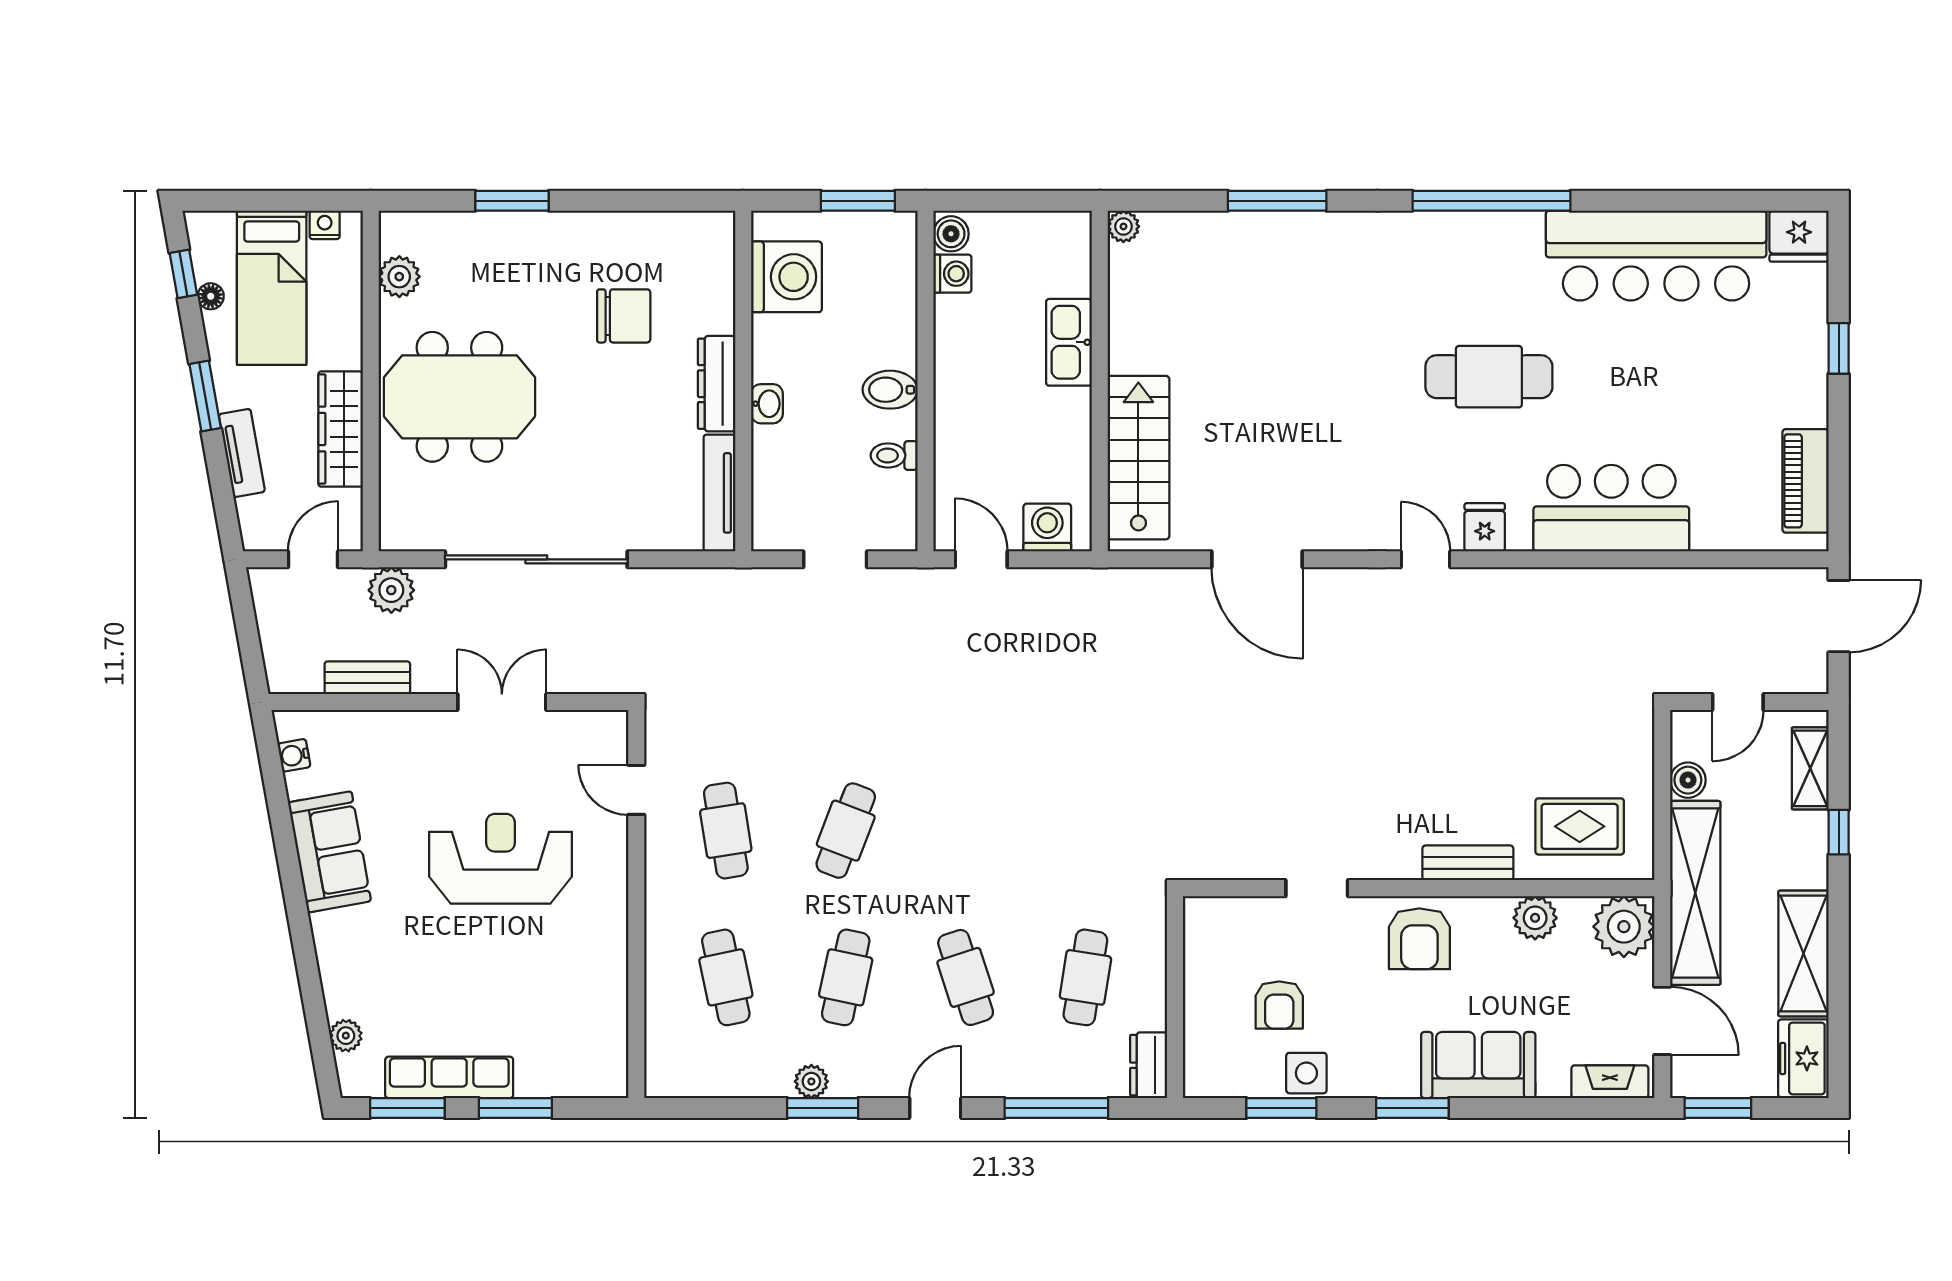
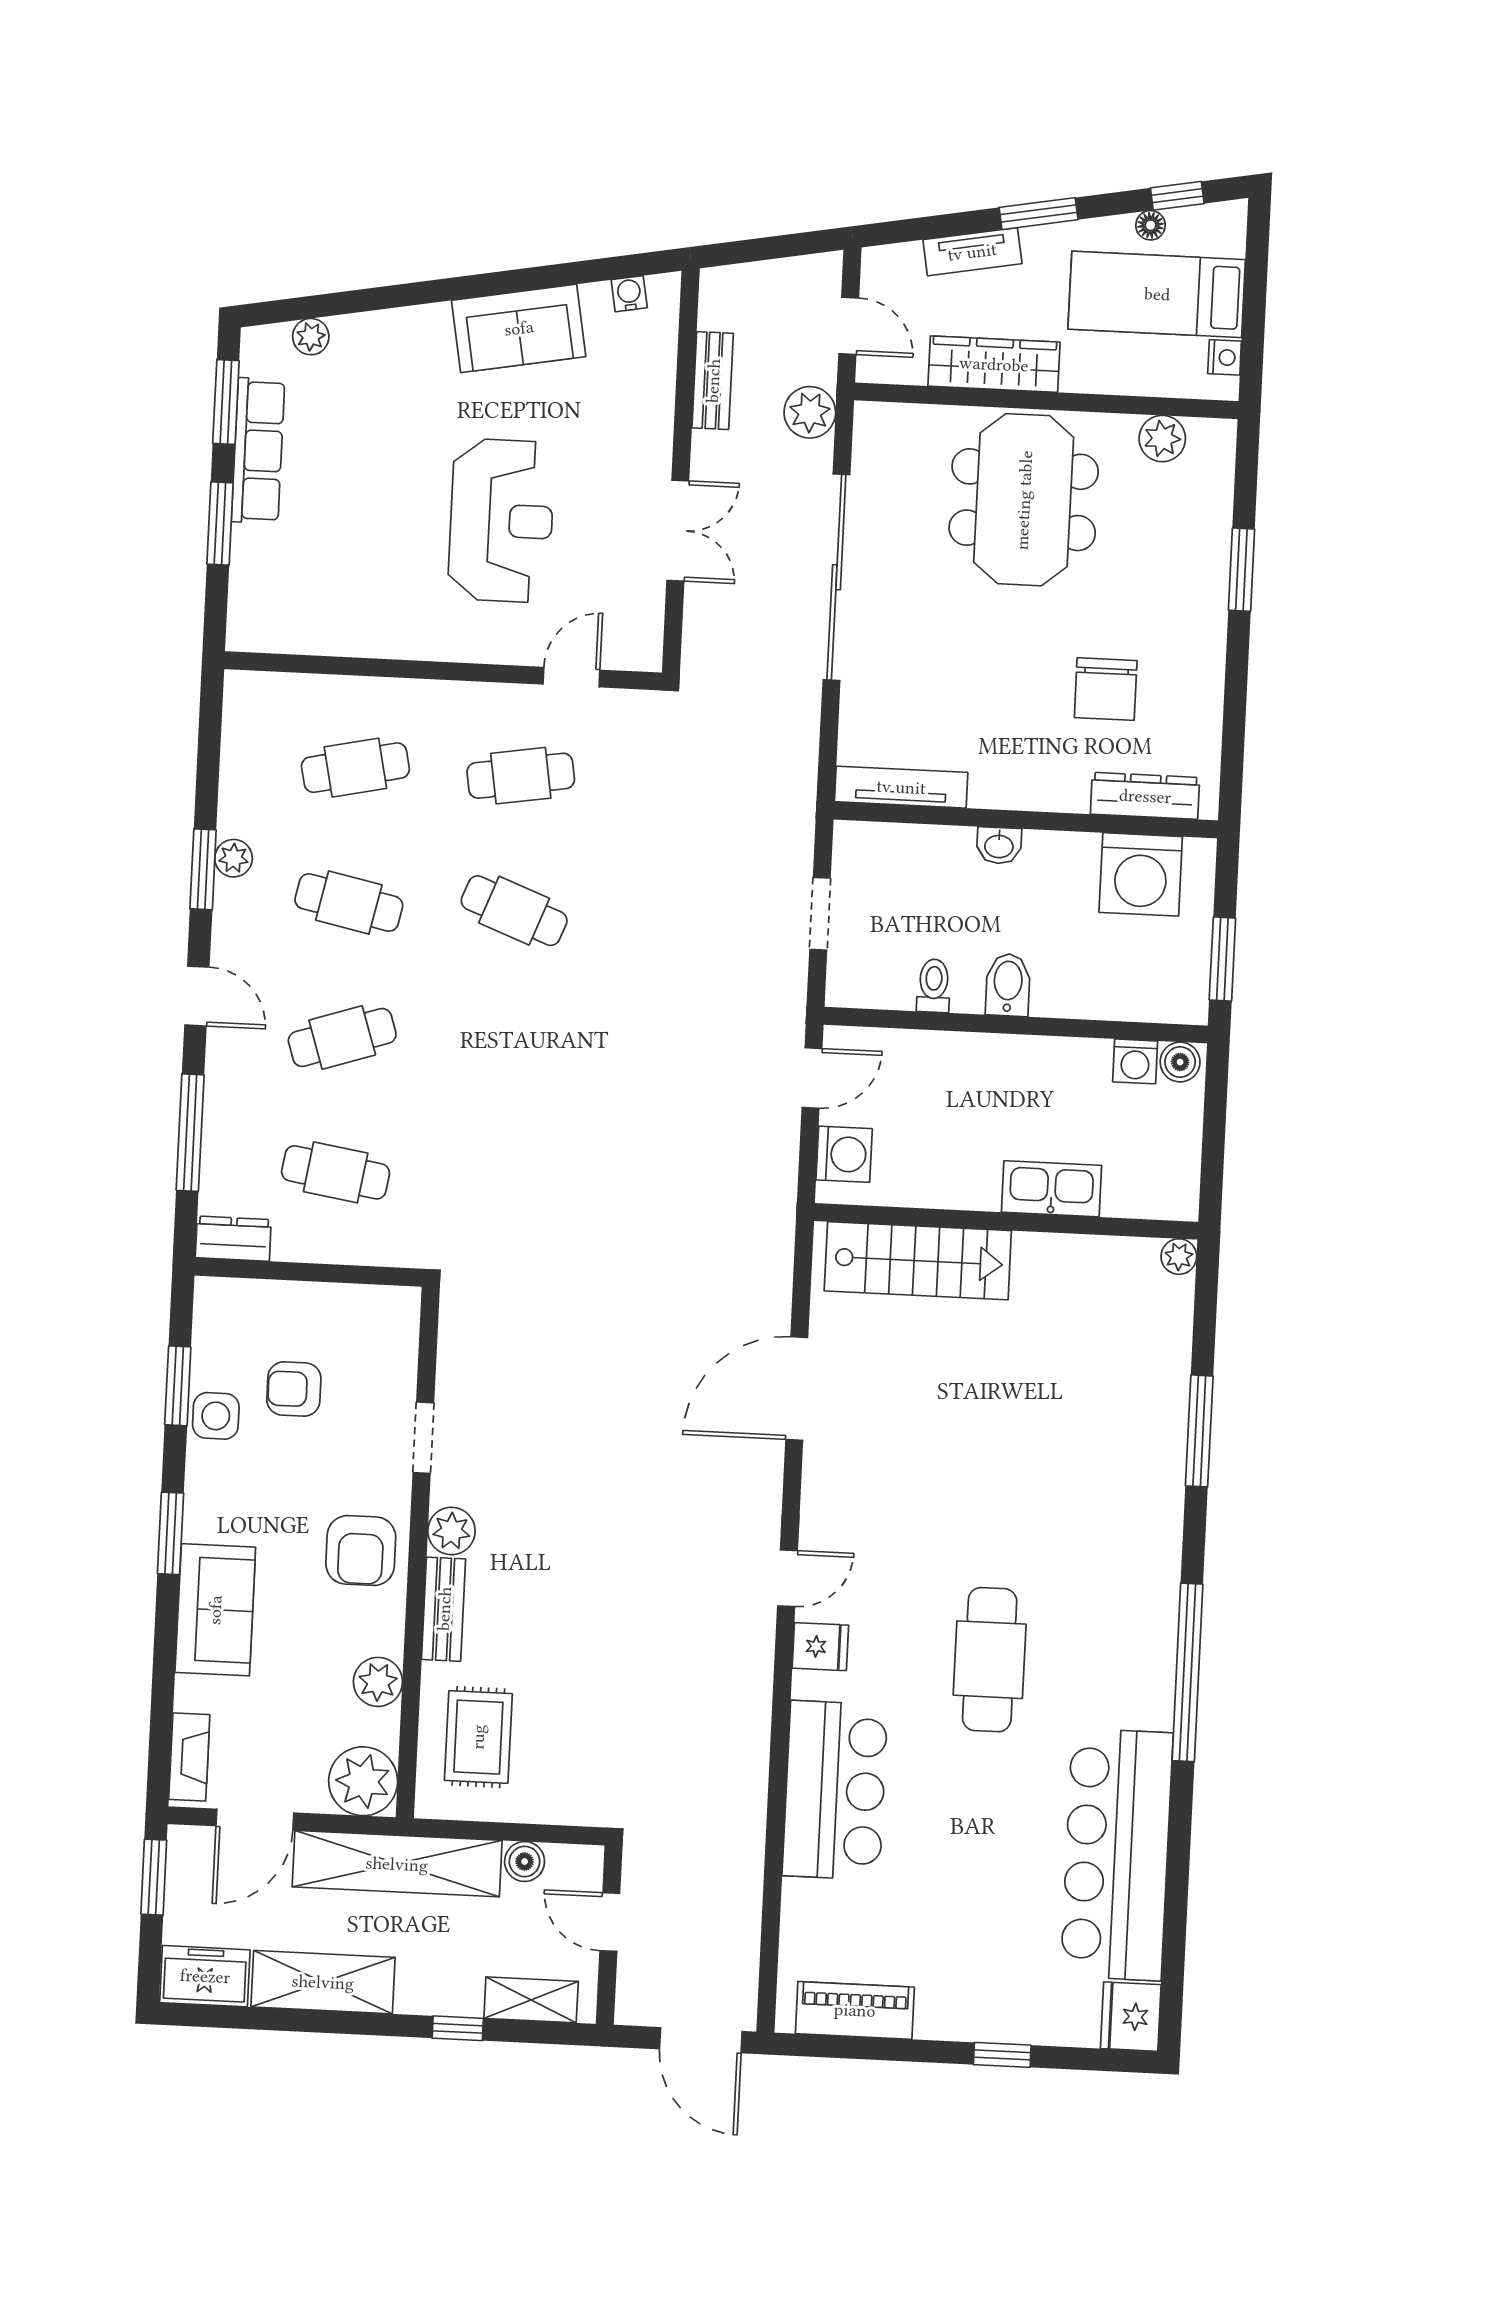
dresser: (717, 384) -> (1145, 796), moved
plant: (1398, 859) -> (451, 1531), added
armchair: (1419, 939) -> (361, 1551), turned -90

